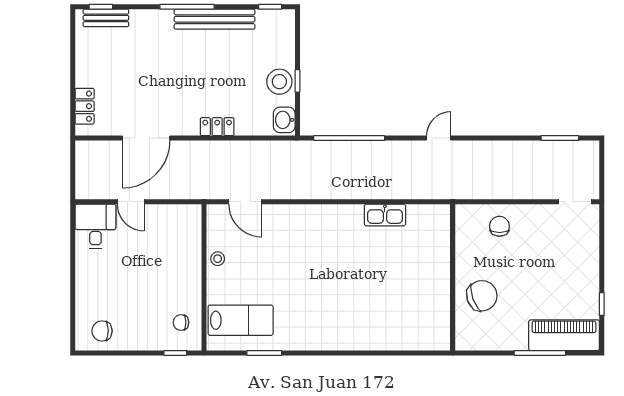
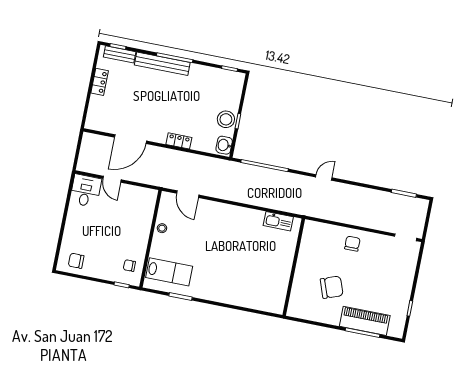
bench: (215, 19) -> (162, 64), moved
locker: (85, 106) -> (100, 82), moved
wall: (453, 277) -> (294, 267), moved
piano: (564, 335) -> (365, 321), moved

